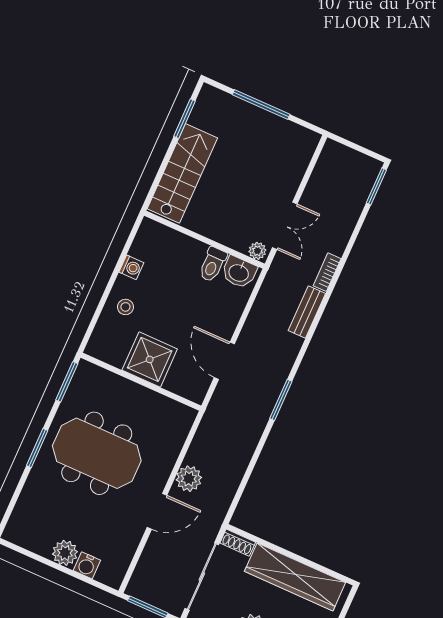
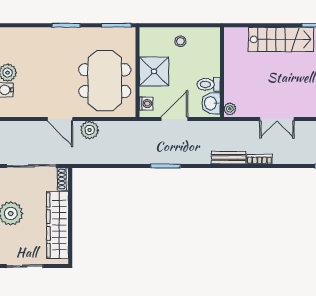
wall: (204, 240) -> (222, 72), moved
plant: (257, 251) -> (230, 109), moved
toilet: (213, 264) -> (209, 84), moved
washing machine: (131, 267) -> (146, 104), moved, turned -90
washbasin: (239, 272) -> (211, 103), moved
meeting table: (97, 453) -> (105, 81), moved

